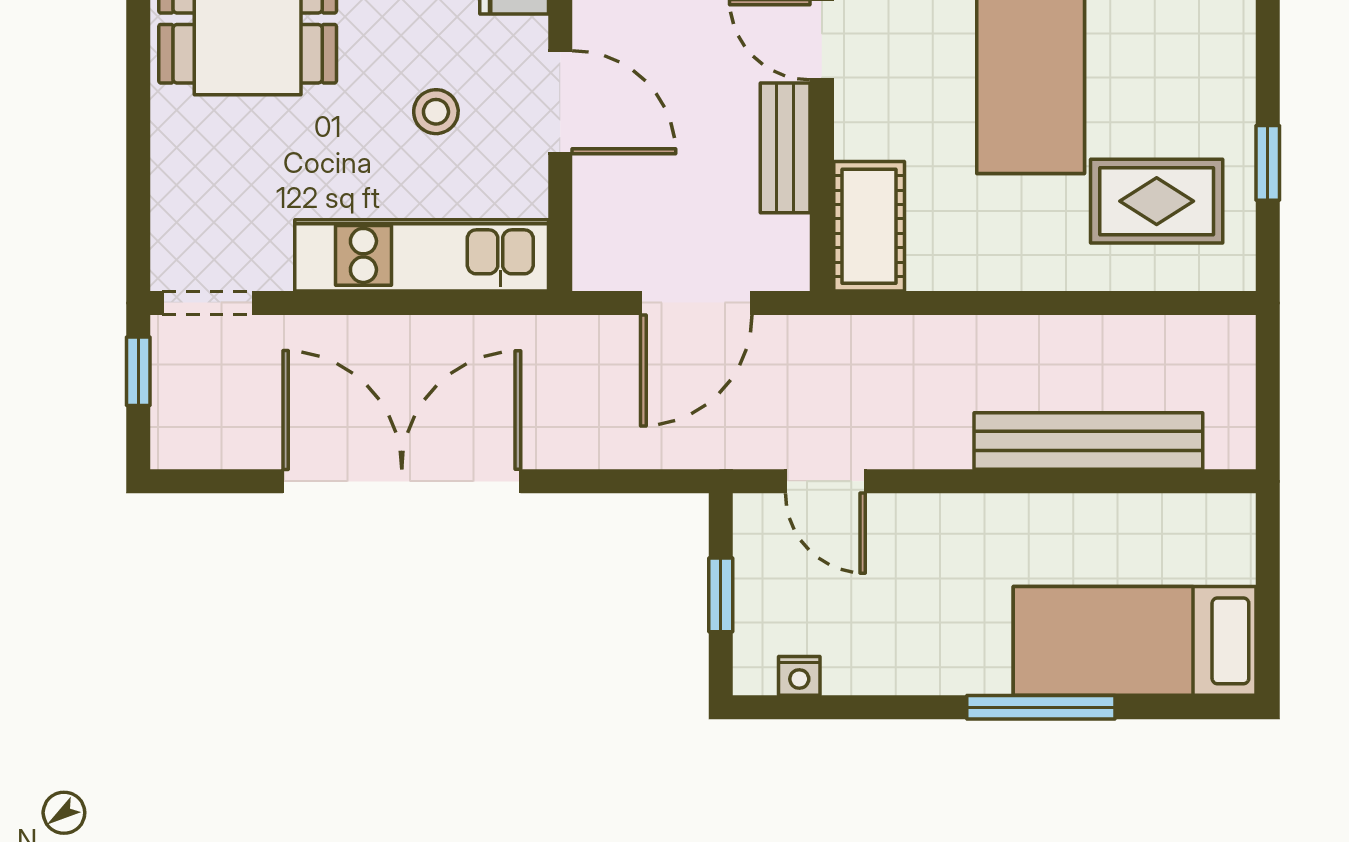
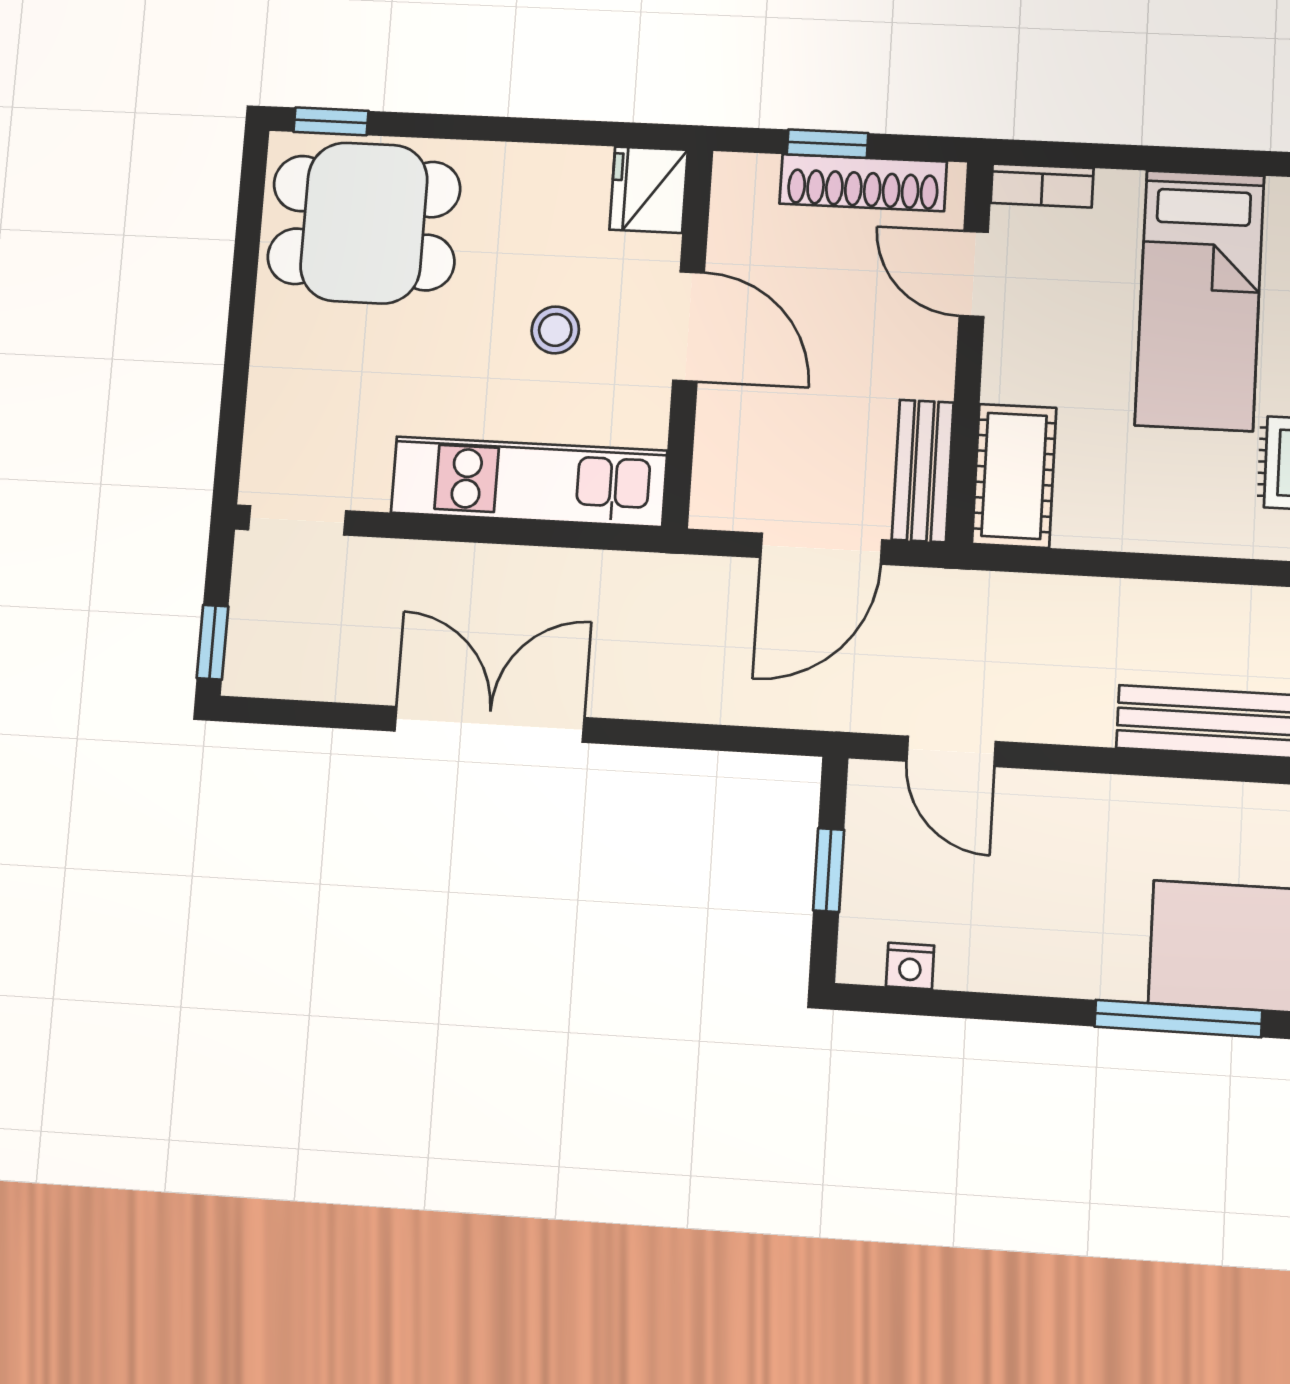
bench: (785, 148) -> (923, 471), moved
window: (138, 371) -> (213, 642), moved
double door: (402, 481) -> (489, 724), width x0.73

